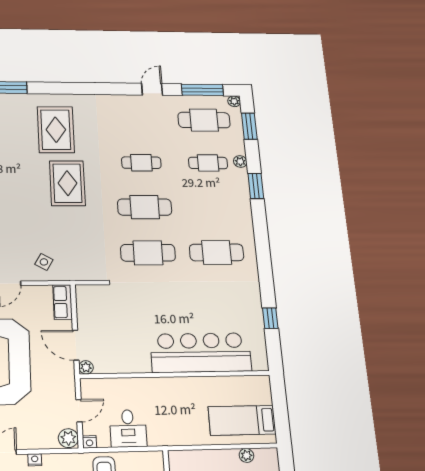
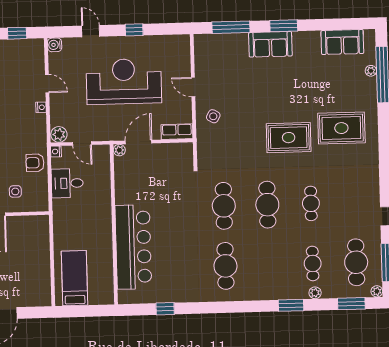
plant: (246, 455) -> (45, 280), removed

